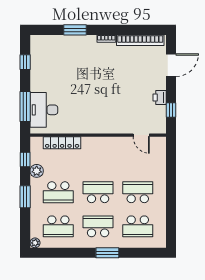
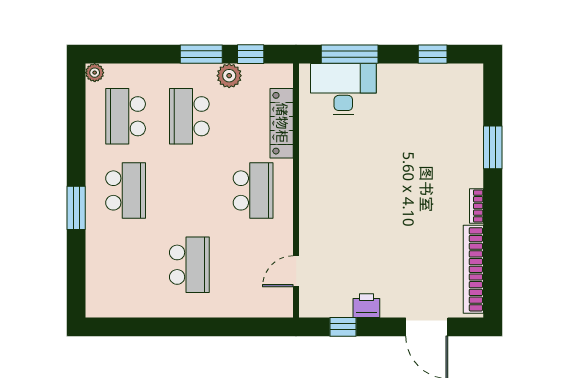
school desk: (98, 192) -> (253, 190), moved
window: (25, 197) -> (201, 54), moved
school desk: (138, 226) -> (126, 265), removed

